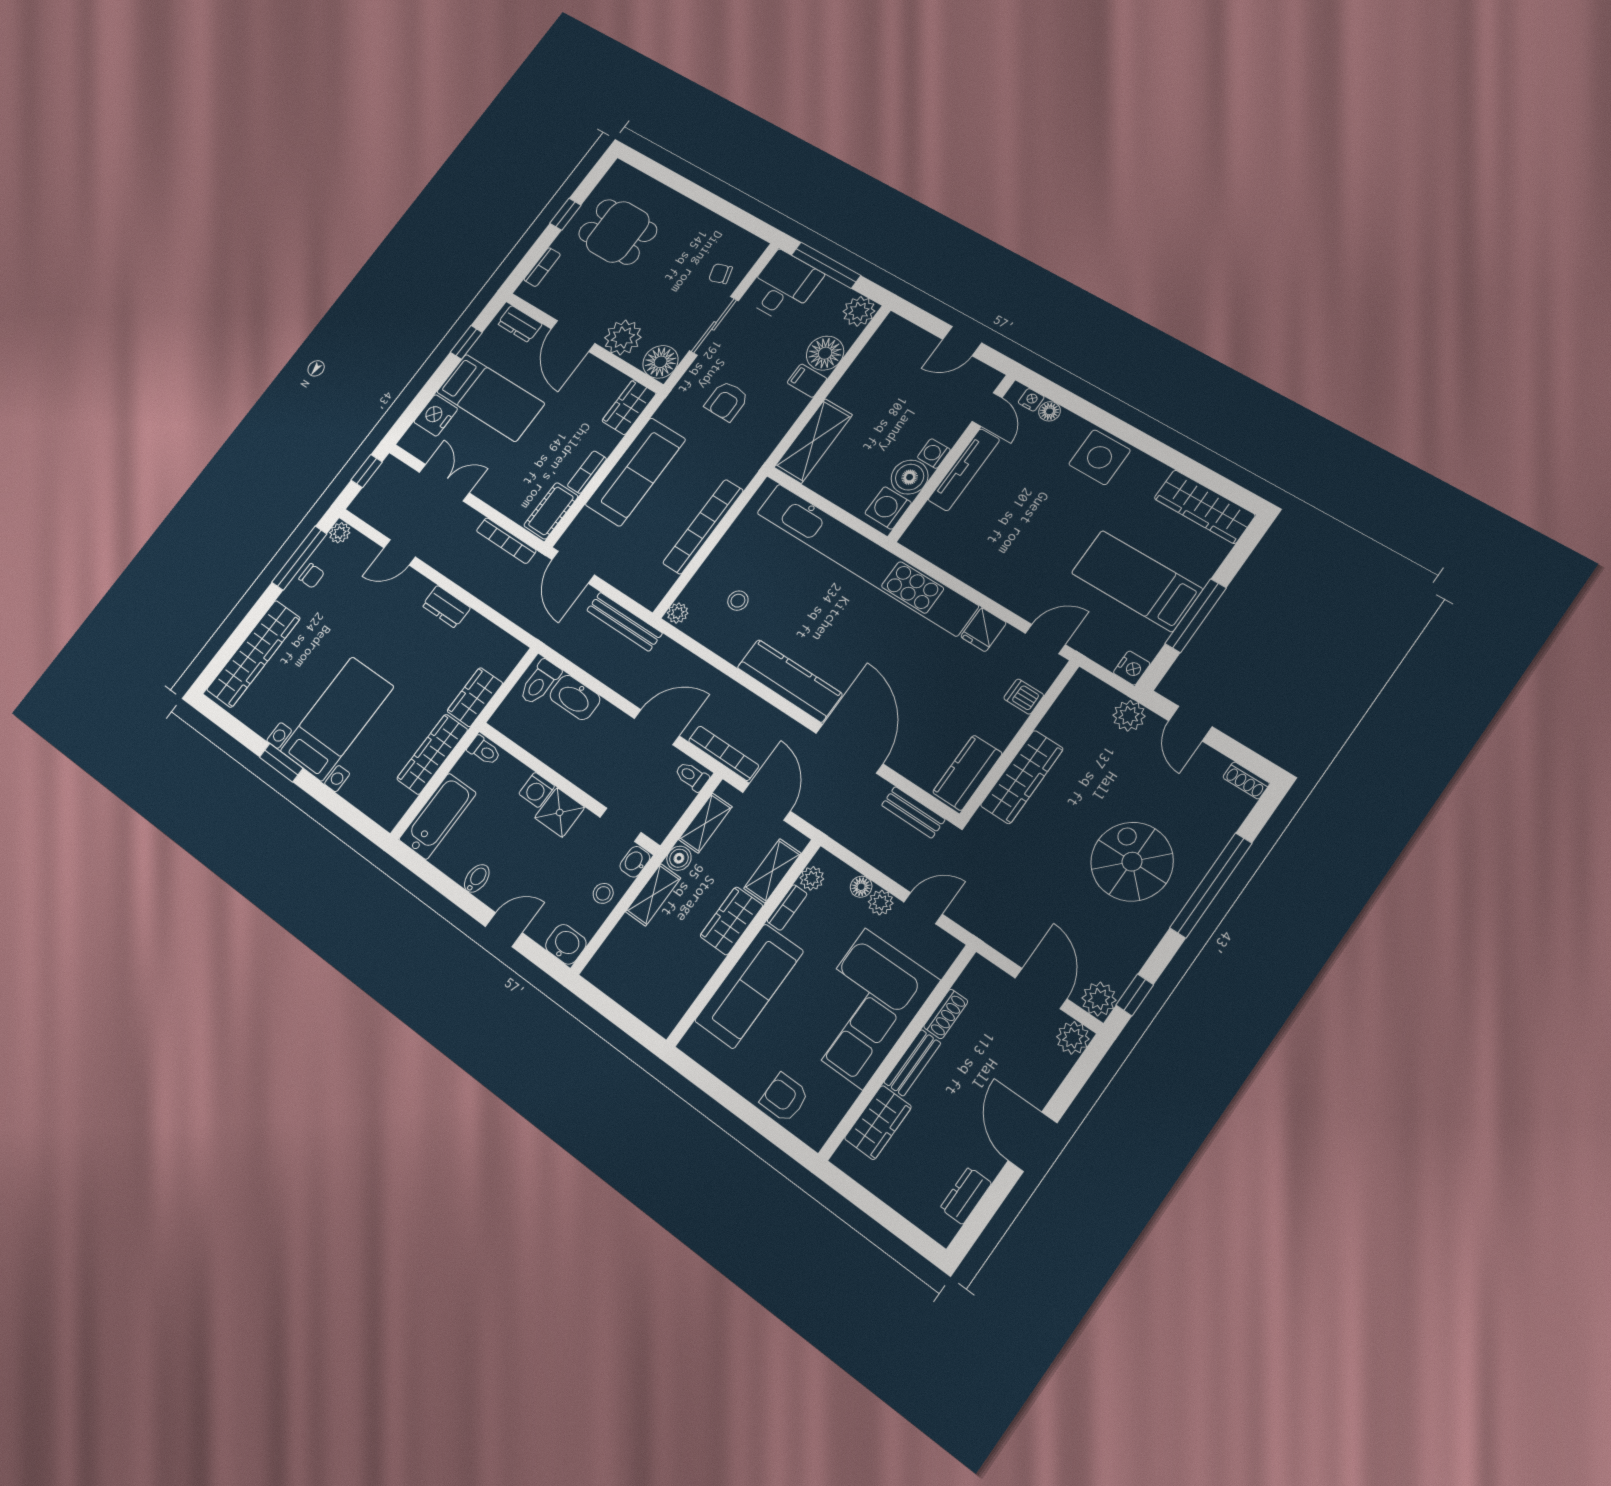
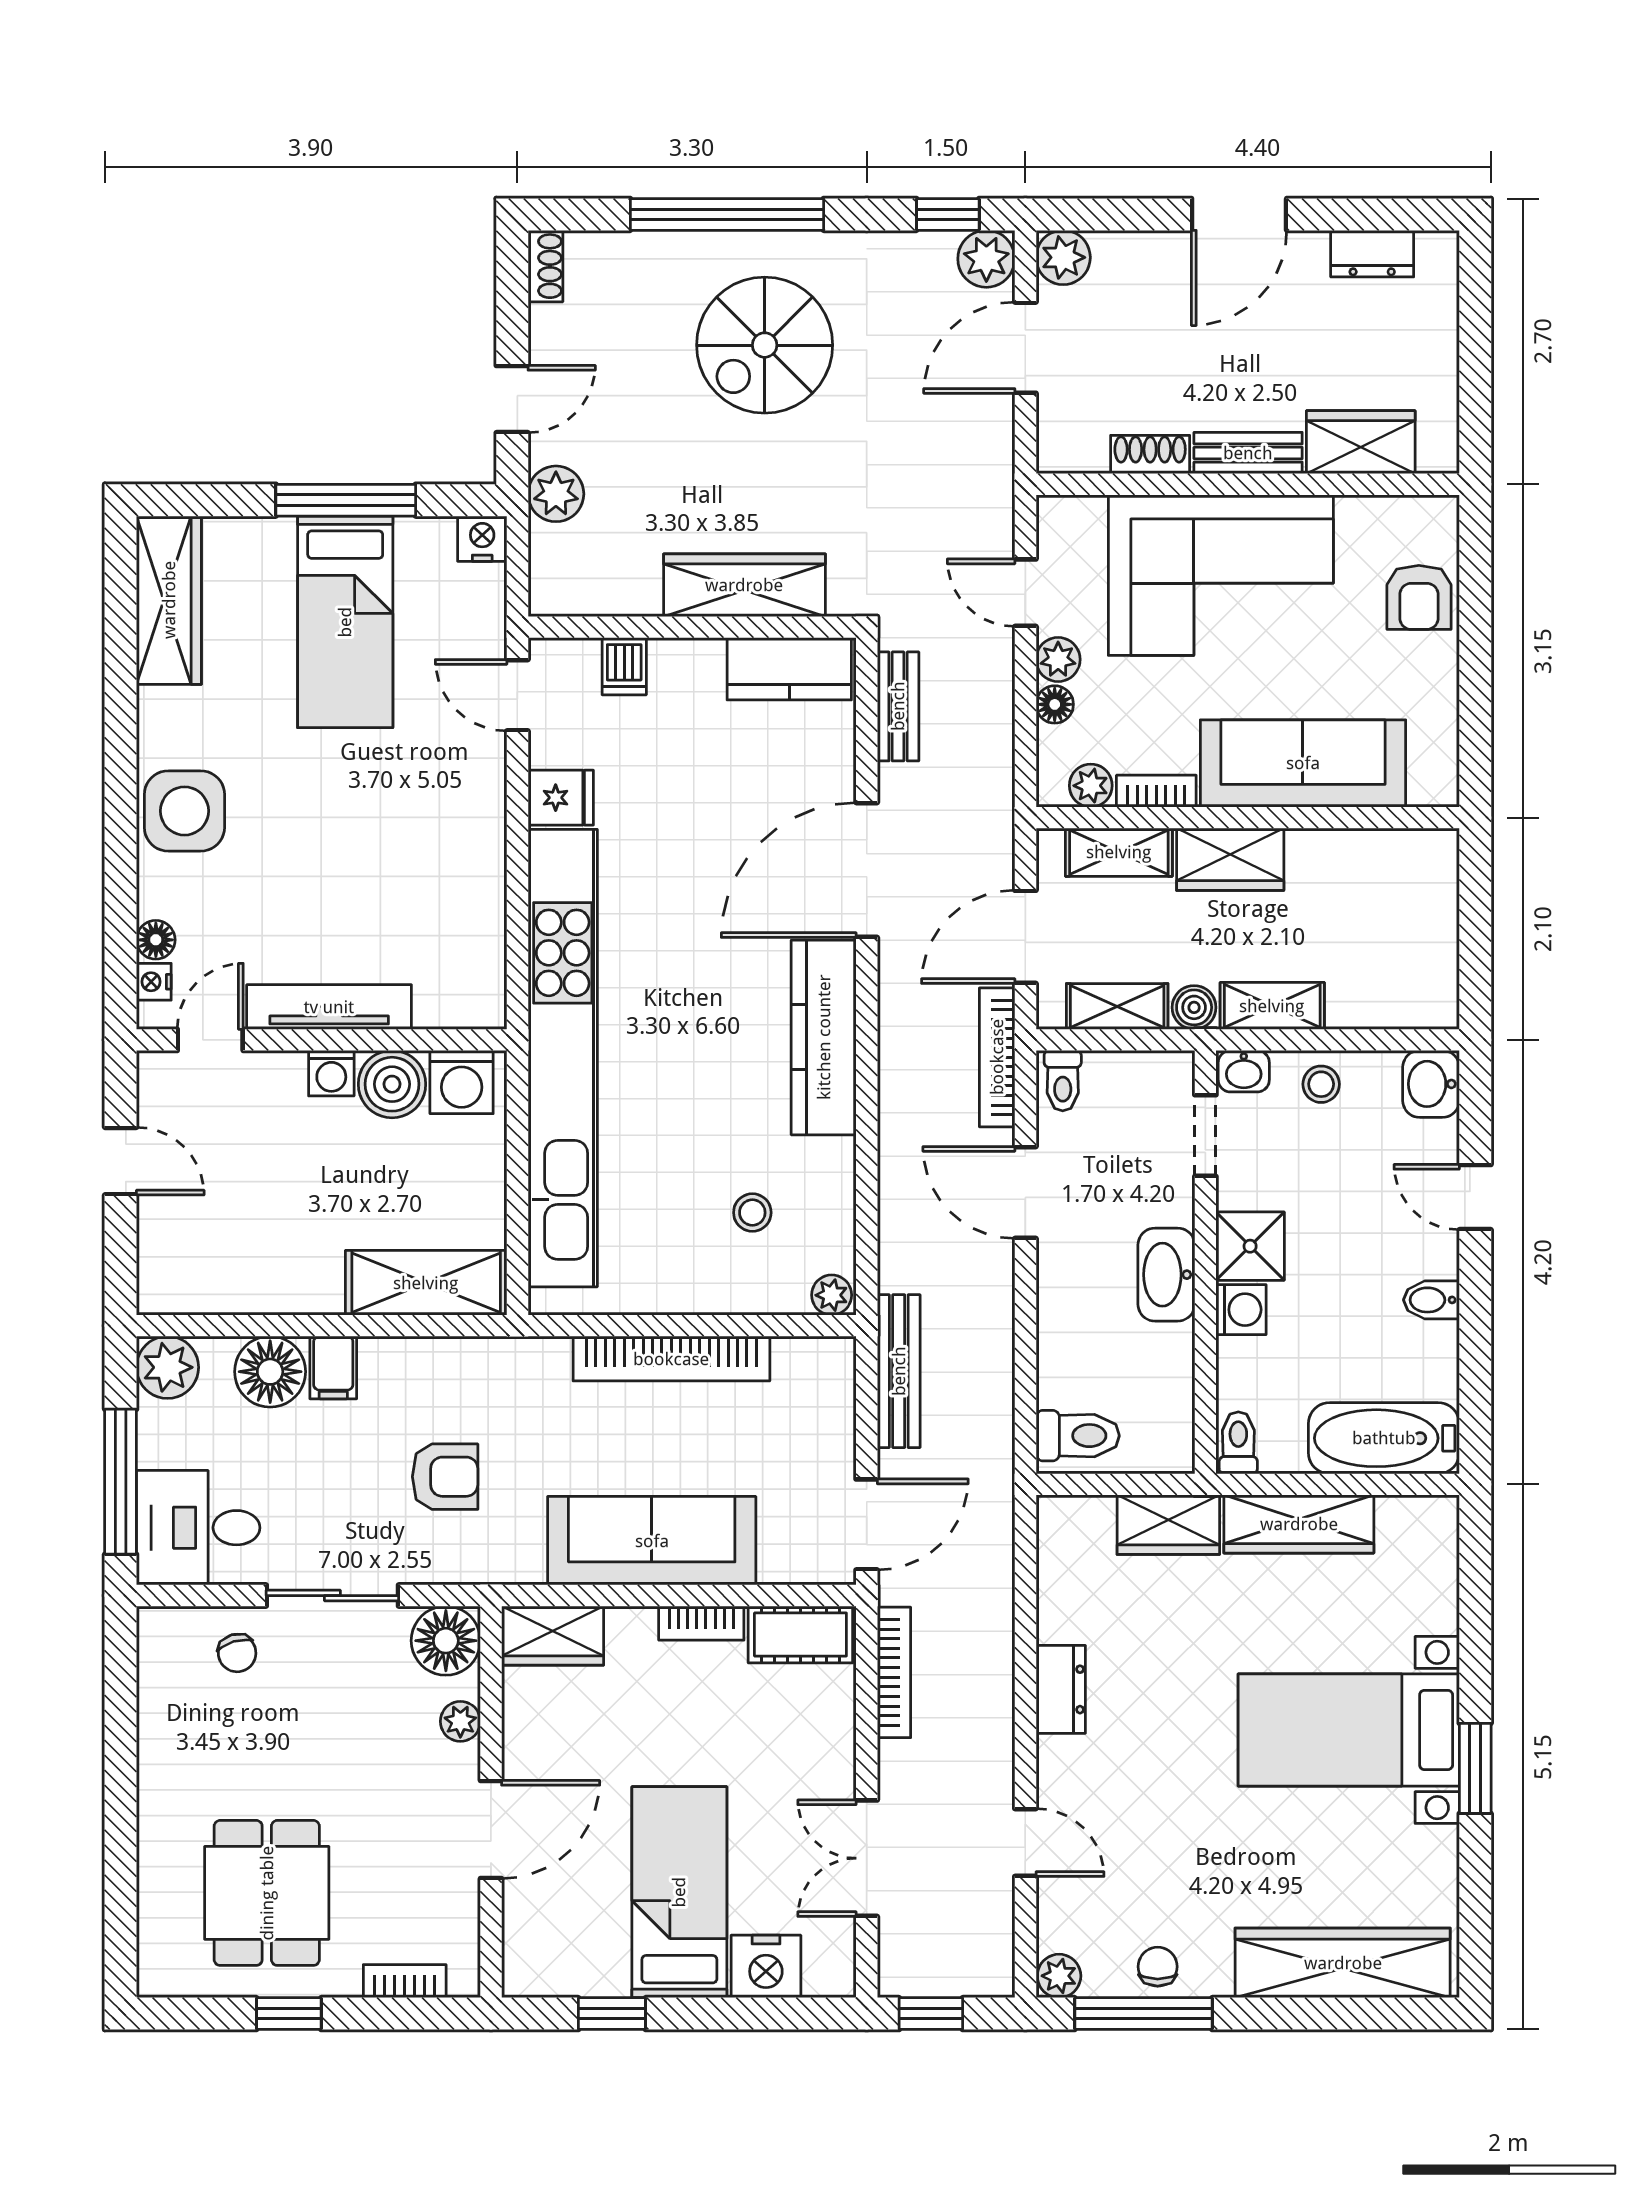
dresser: (520, 324) -> (525, 1942), removed
plant: (623, 338) -> (460, 1721), width x0.53, depth x0.53
washbasin: (575, 697) -> (1166, 1275), moved, turned 180

